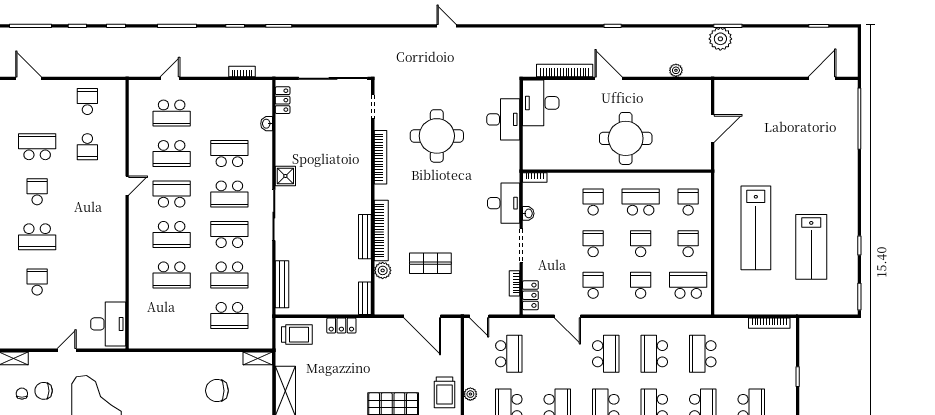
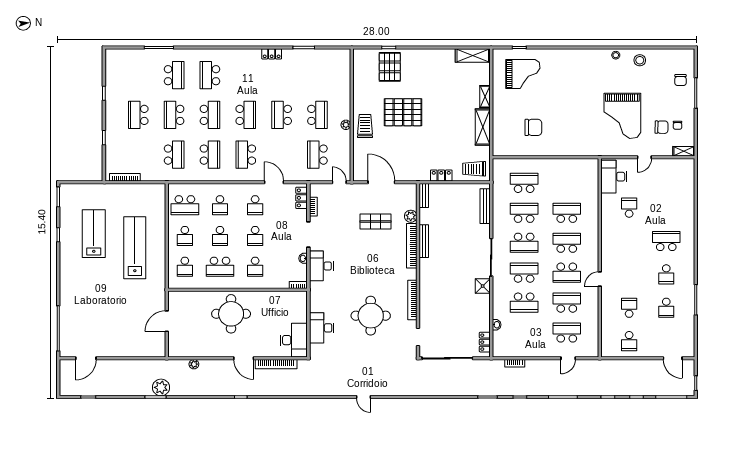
school desk: (37, 147) -> (666, 308), width x0.54
school desk: (37, 282) -> (629, 208), moved, turned 180
shelving: (258, 358) -> (503, 151), removed

